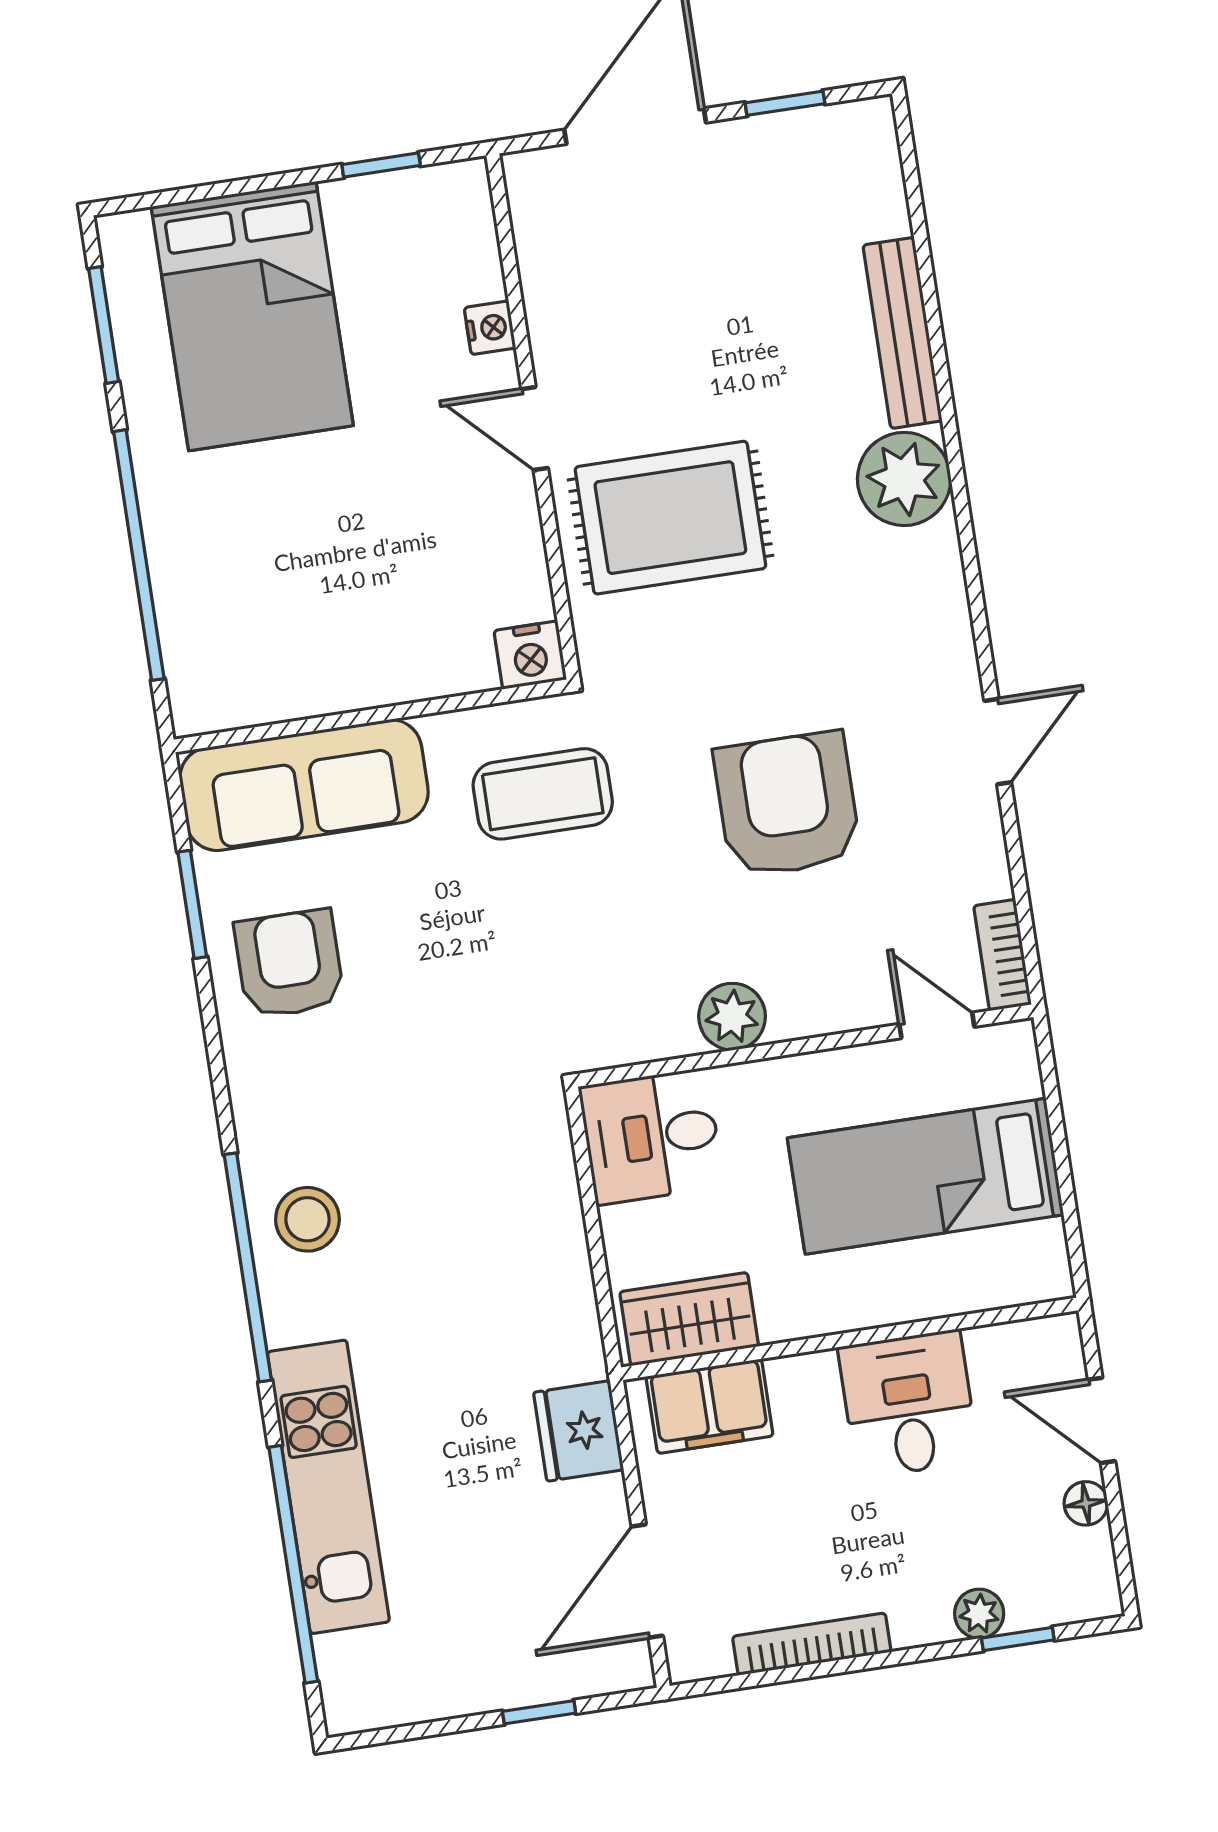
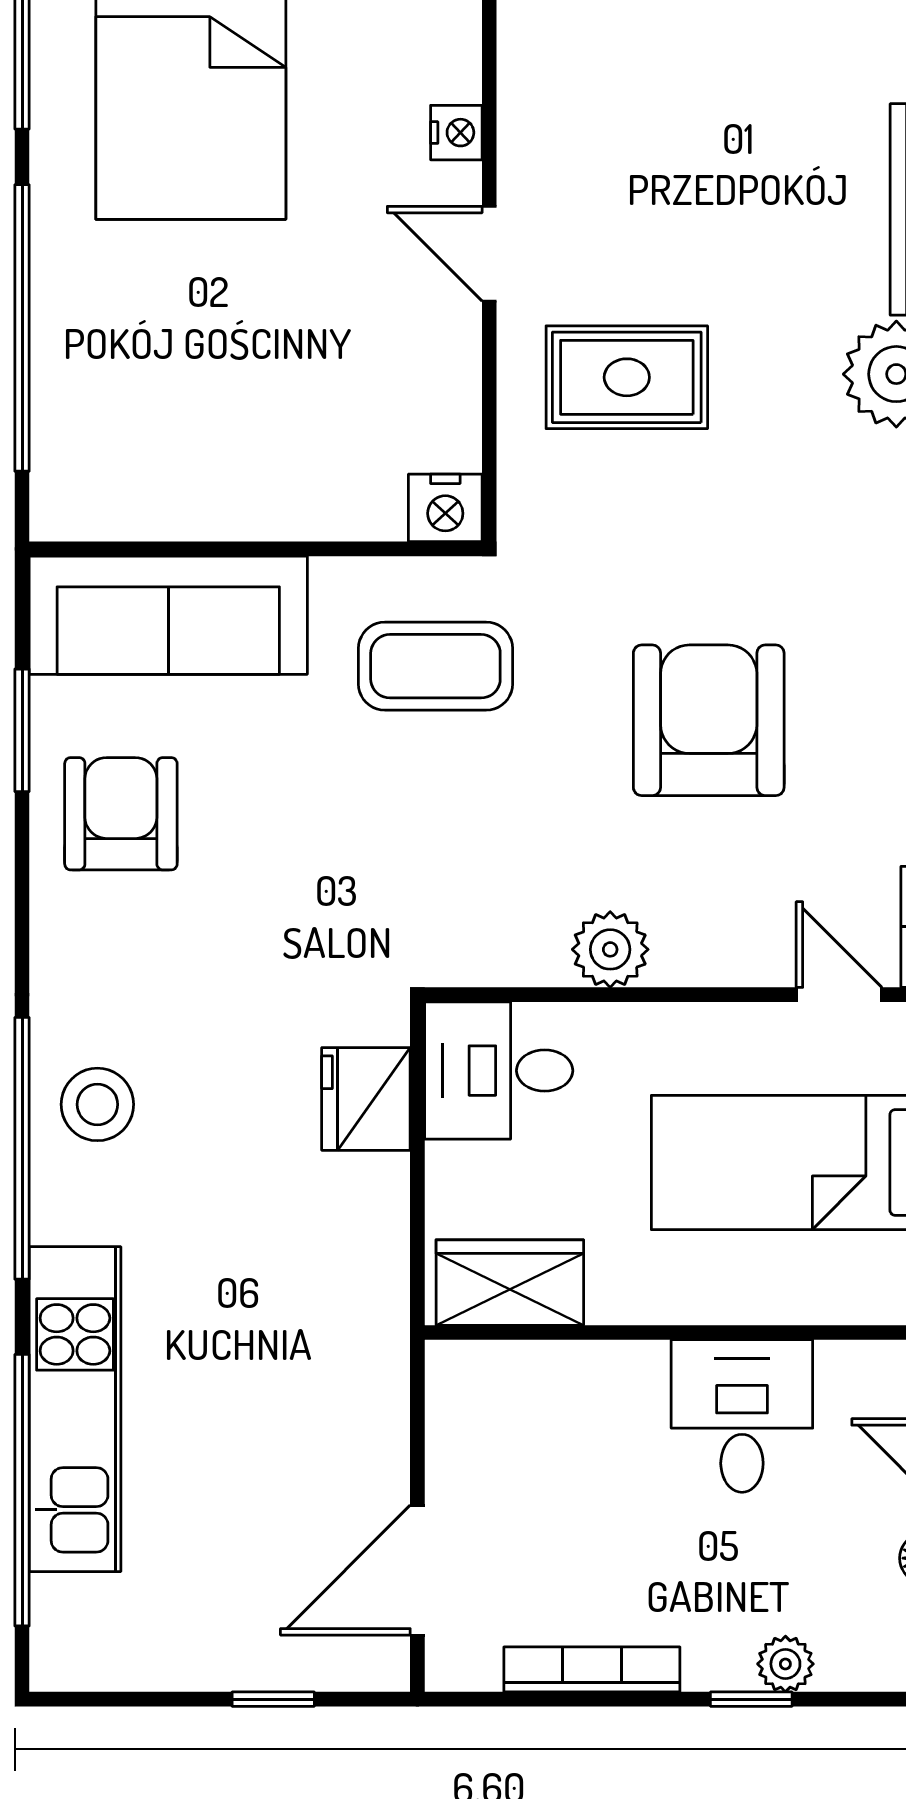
rug: (670, 518) -> (627, 377), width x0.73, depth x0.70
filing cabinet: (710, 1406) -> (518, 1384), removed
fridge: (578, 1431) -> (366, 1099), moved
window: (1018, 1639) -> (751, 1699), moved

